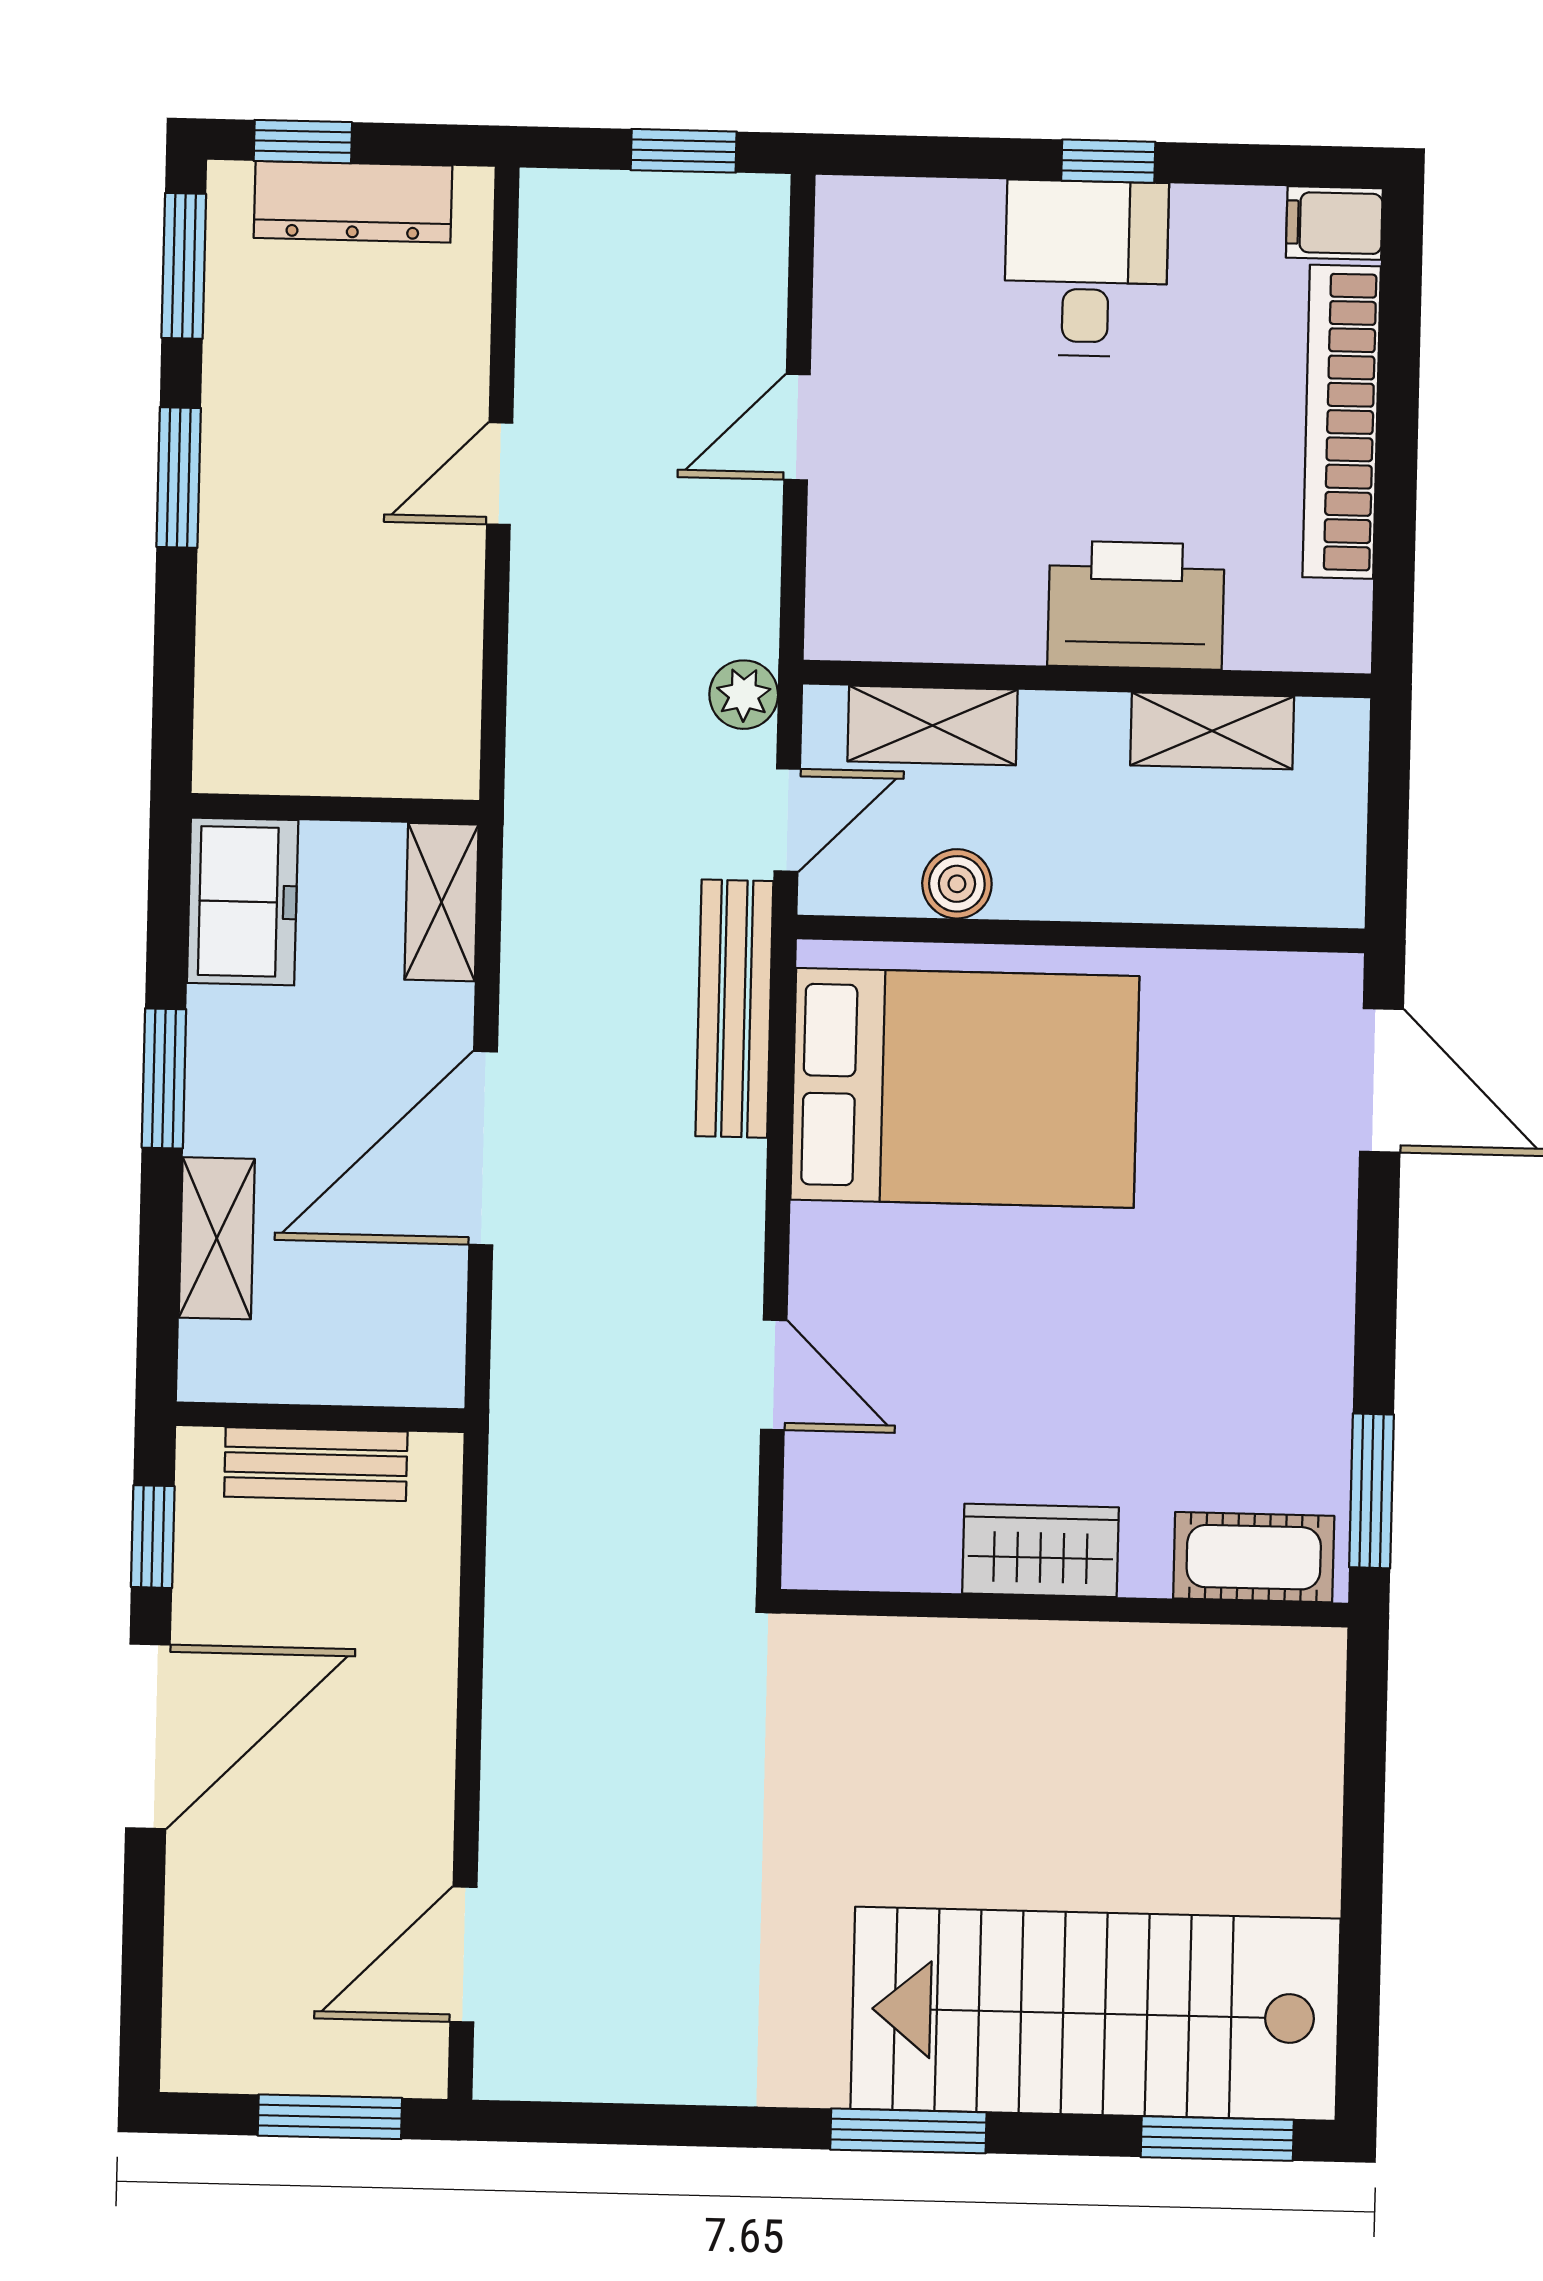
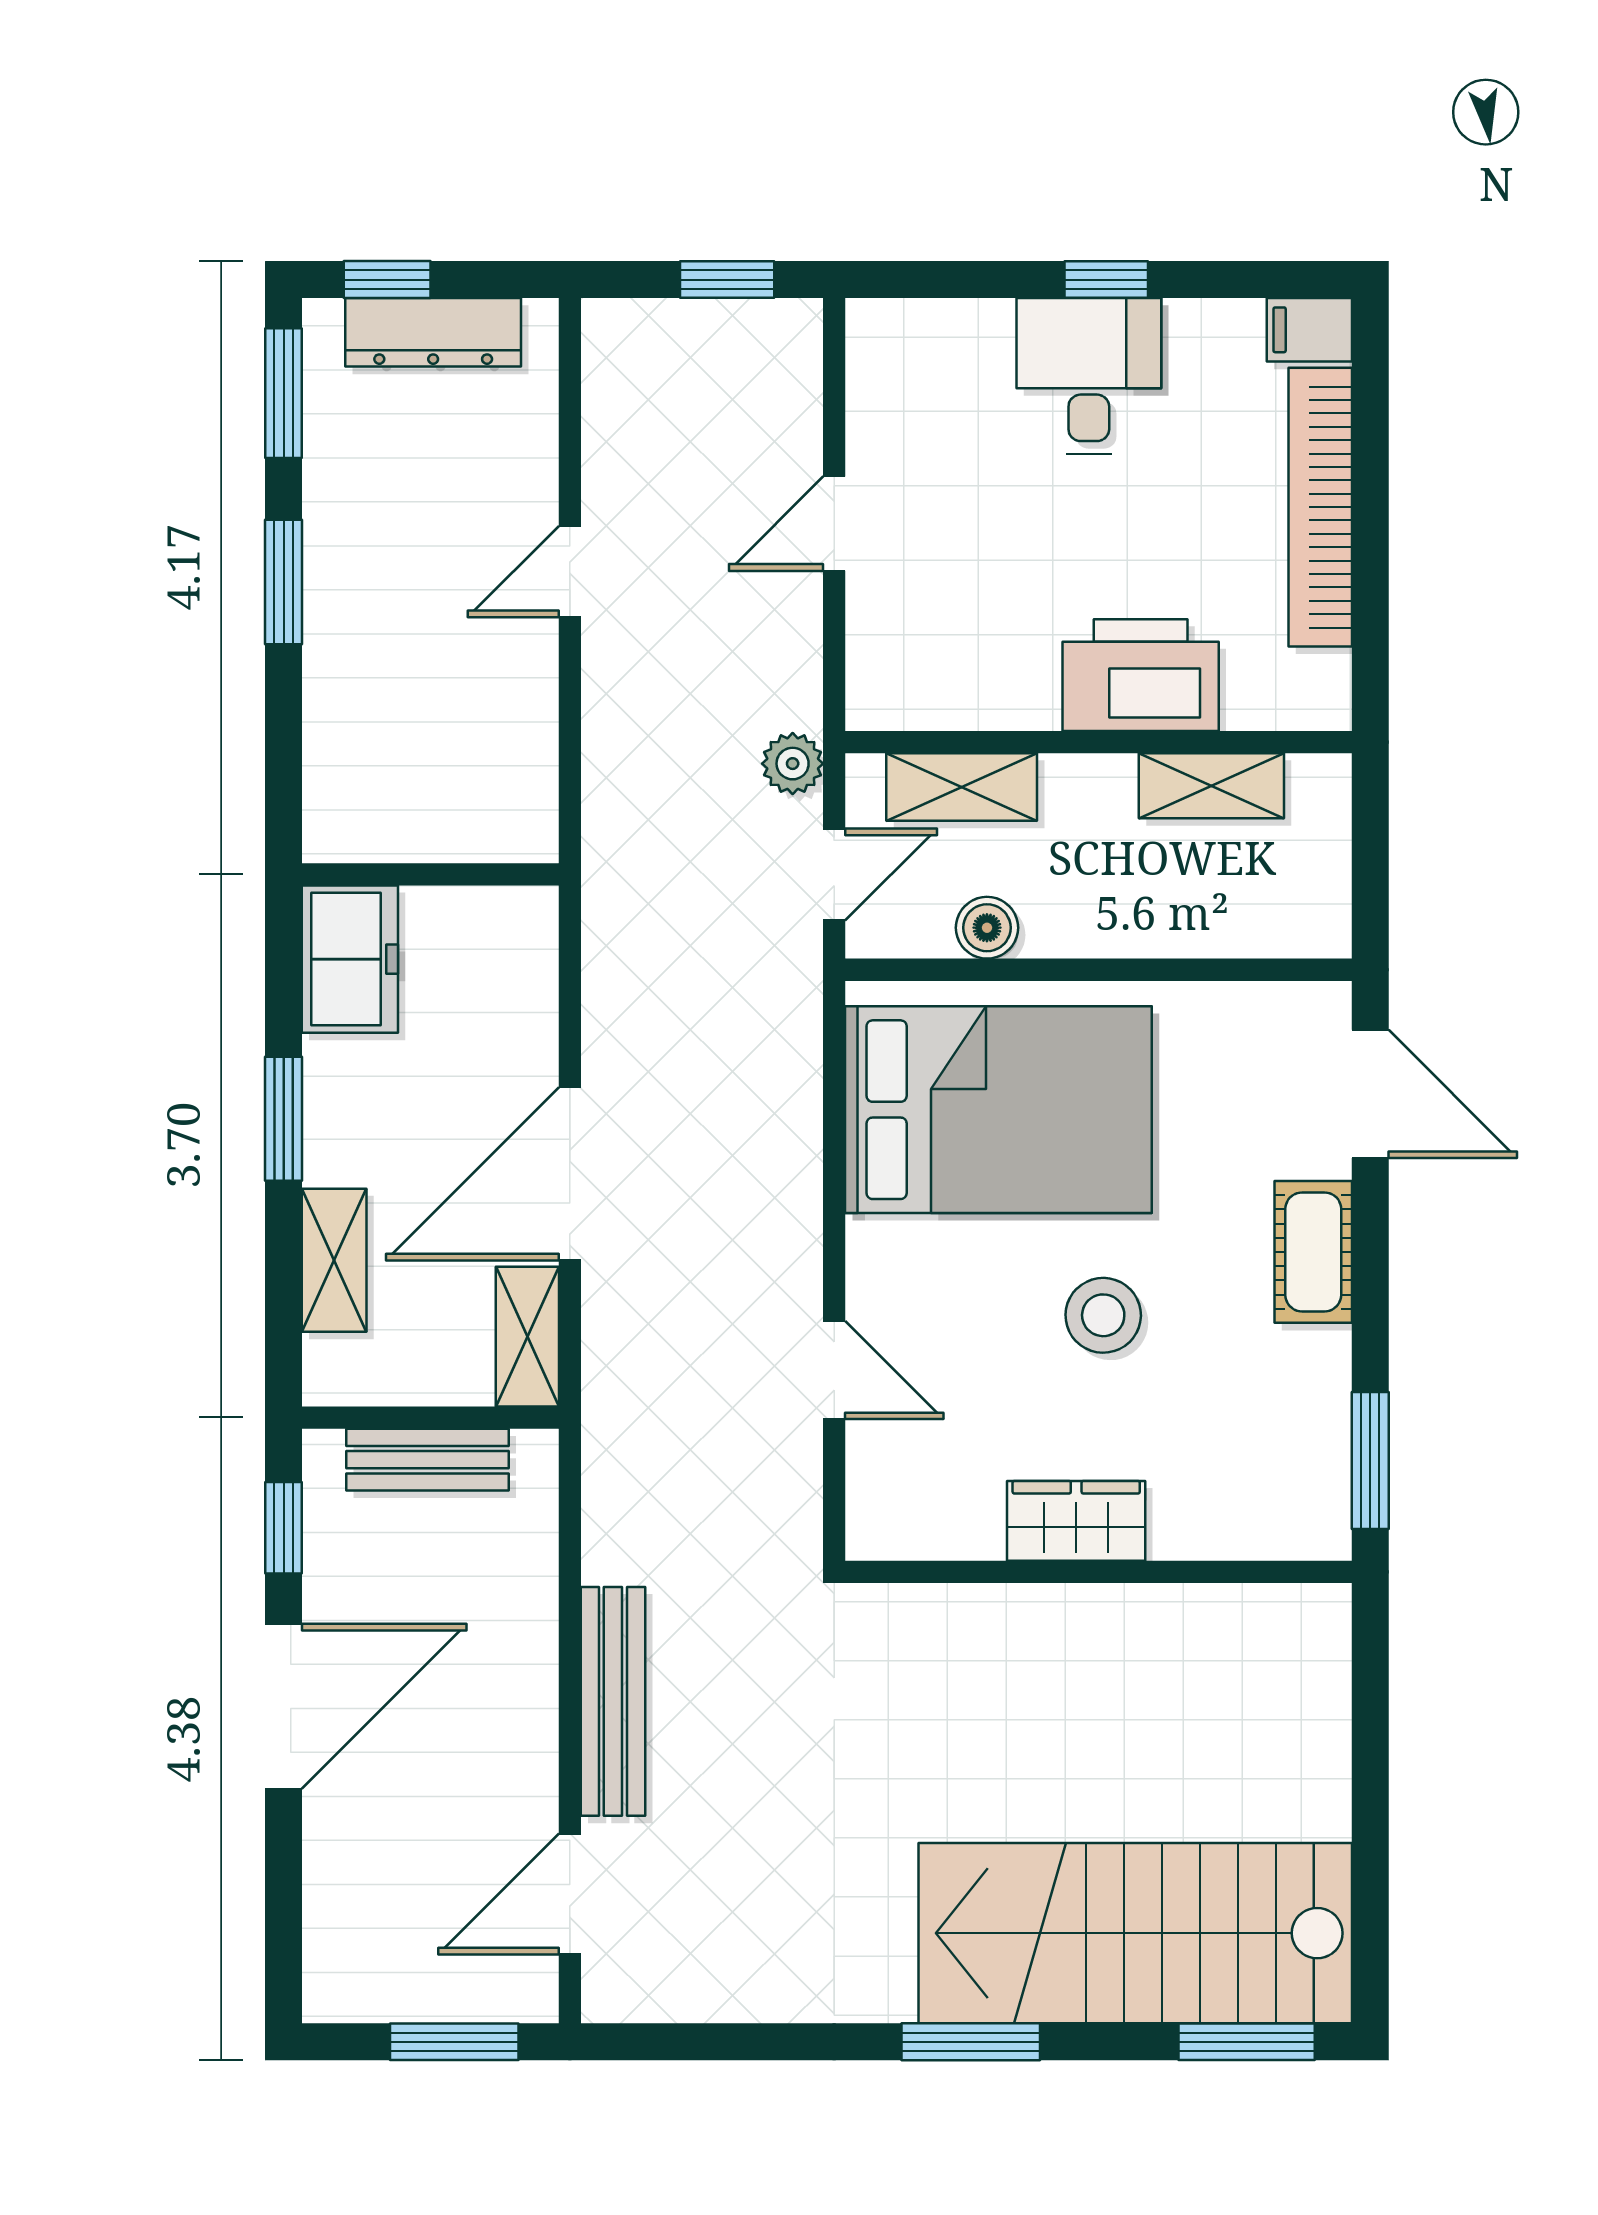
shelving: (441, 902) -> (527, 1337), moved
bench: (734, 1009) -> (613, 1701), moved
stool: (1076, 1321) -> (1103, 1315), added
cot: (1254, 1557) -> (1313, 1252), moved, turned 90

